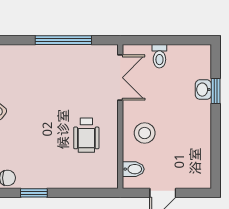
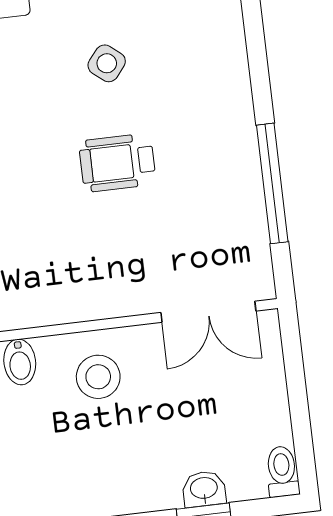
toilet: (159, 56) -> (282, 471), moved, turned 90
wheelchair: (86, 135) -> (117, 163), moved

